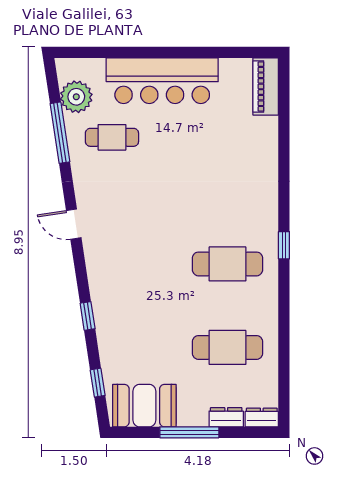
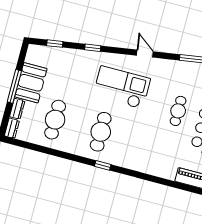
cafe table: (112, 137) -> (178, 111), moved
door: (74, 224) -> (145, 54), hinge flipped
checkout: (142, 248) -> (122, 87), added
booth: (144, 406) -> (31, 83), moved

